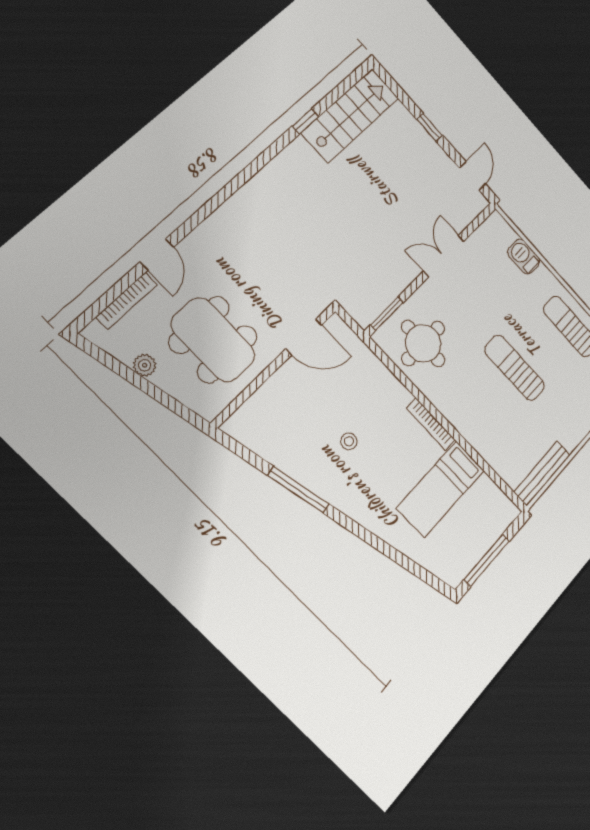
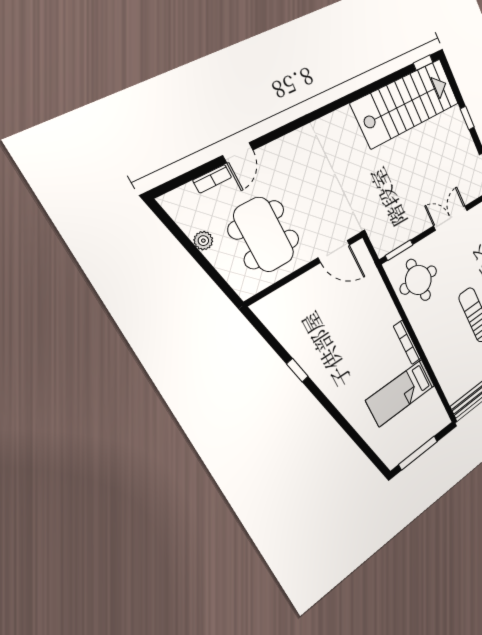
stairs: (350, 115) -> (406, 103), width x1.36, depth x1.51
window: (306, 121) -> (423, 63), moved
bookcase: (127, 301) -> (212, 179), width x0.64
stool: (349, 441) -> (345, 341), removed
window: (299, 490) -> (297, 370), width x0.46

